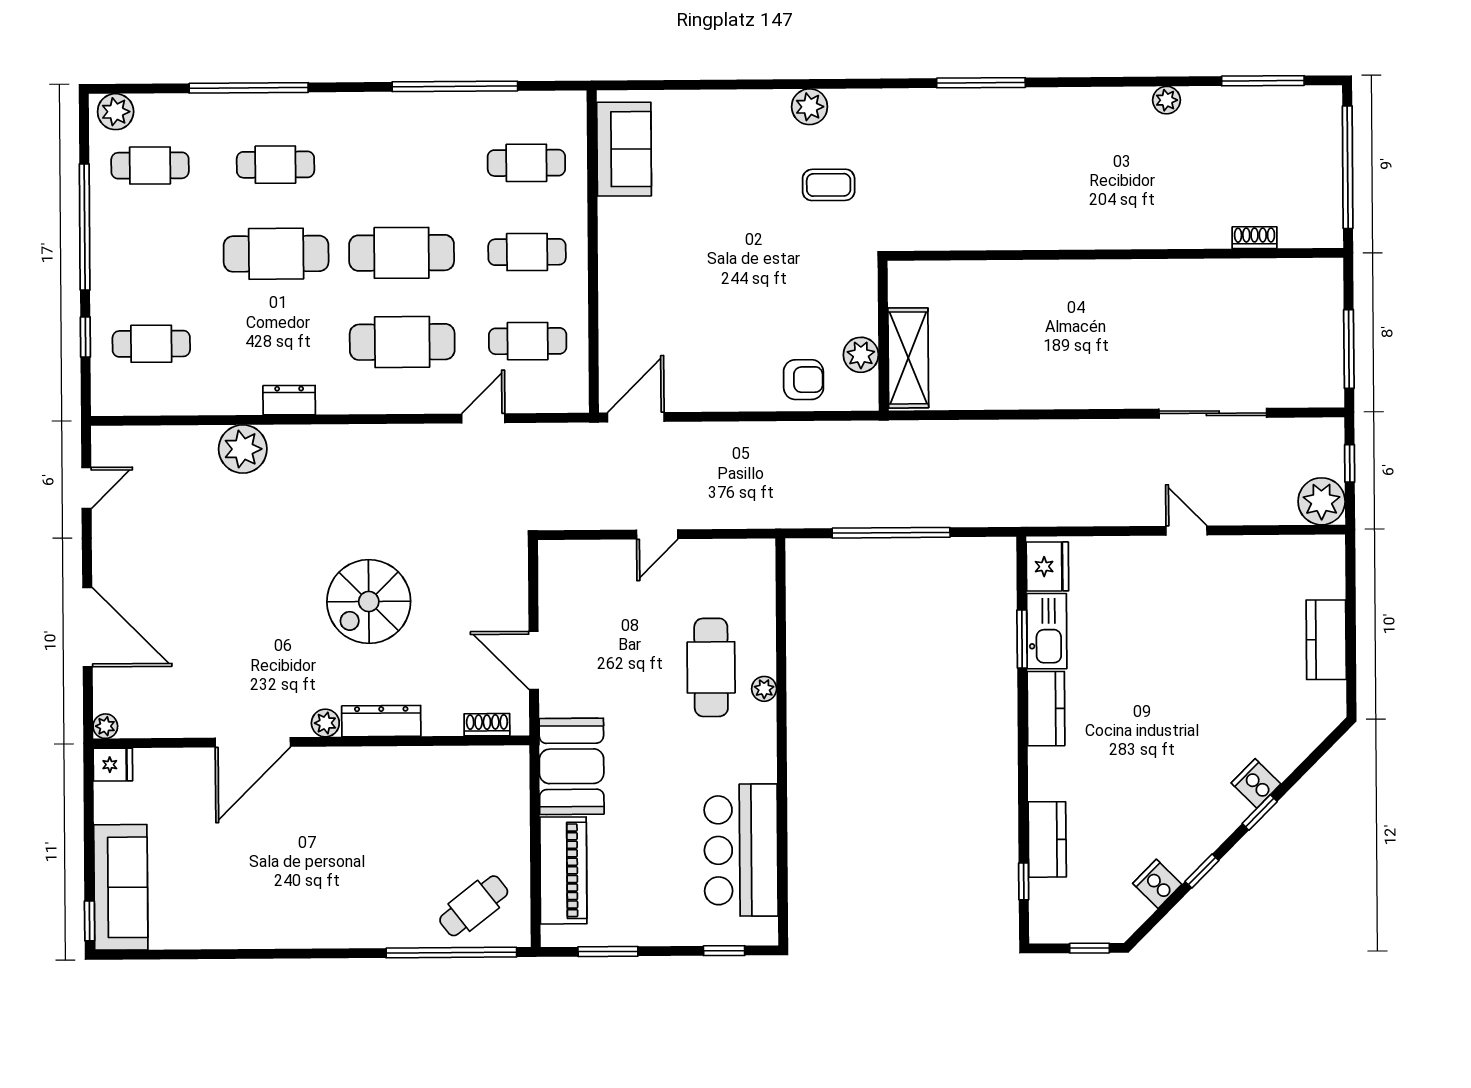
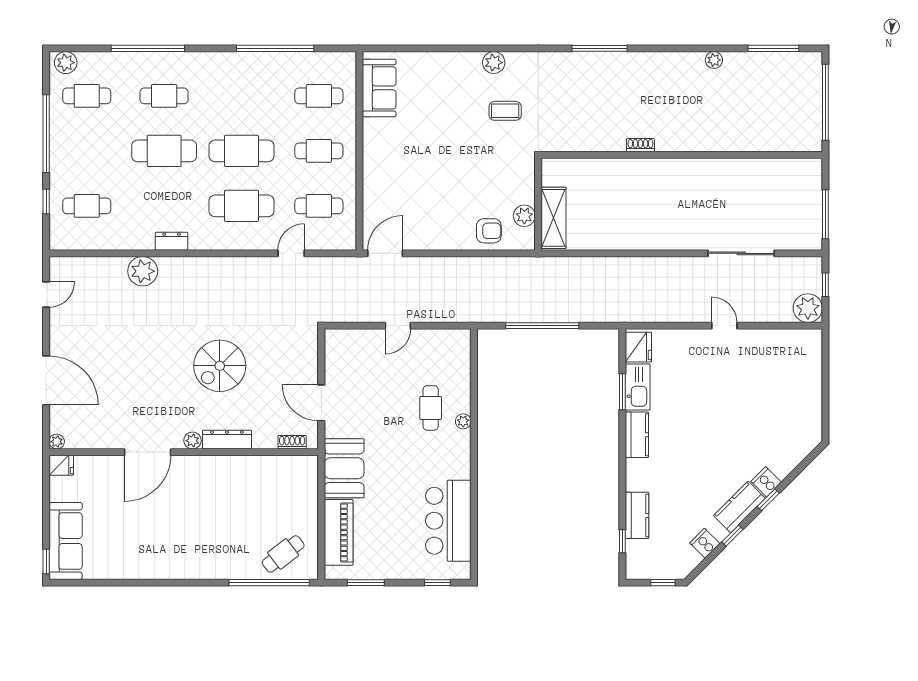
shoe rack: (1255, 238) -> (640, 145), moved
kitchen counter: (1326, 640) -> (739, 507), moved, turned 45
cafe table: (711, 667) -> (431, 408), width x0.73, depth x0.74

